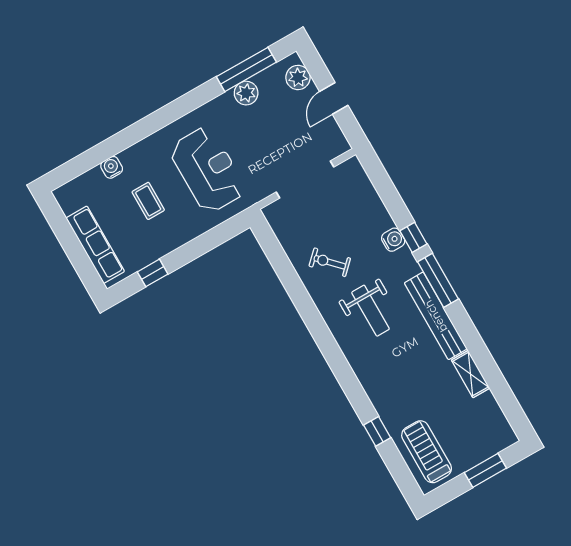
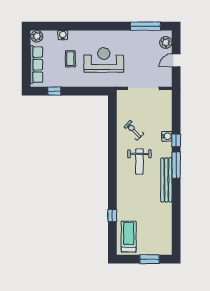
plant: (246, 93) -> (37, 36), moved
reception desk: (208, 170) -> (104, 60), turned -90
shelving: (471, 374) -> (167, 214), removed

